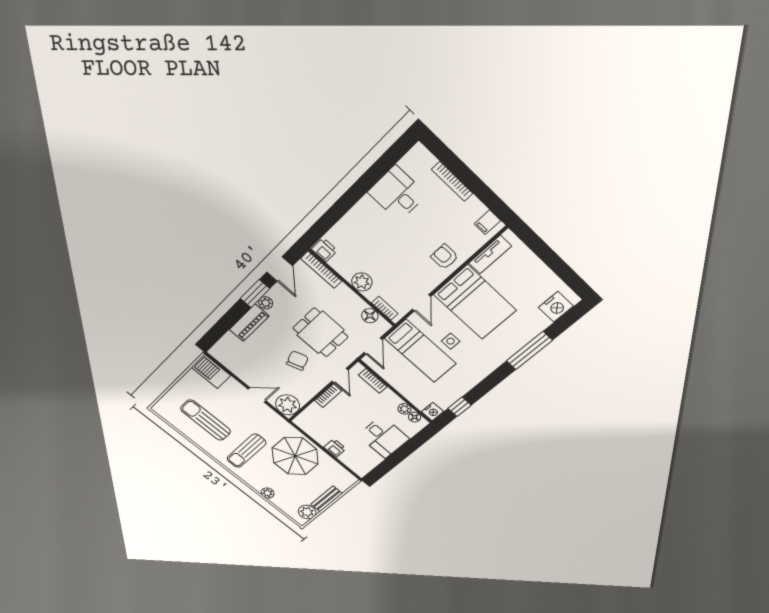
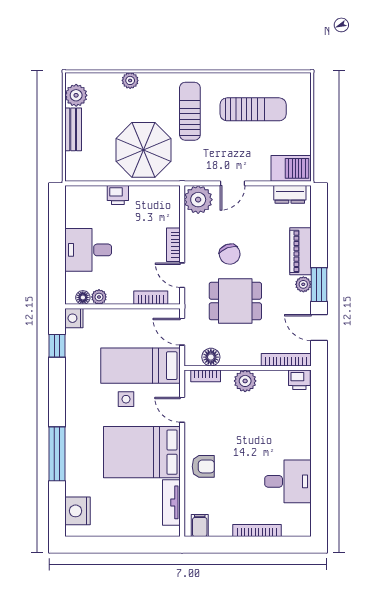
dresser: (225, 359) -> (290, 194), added

